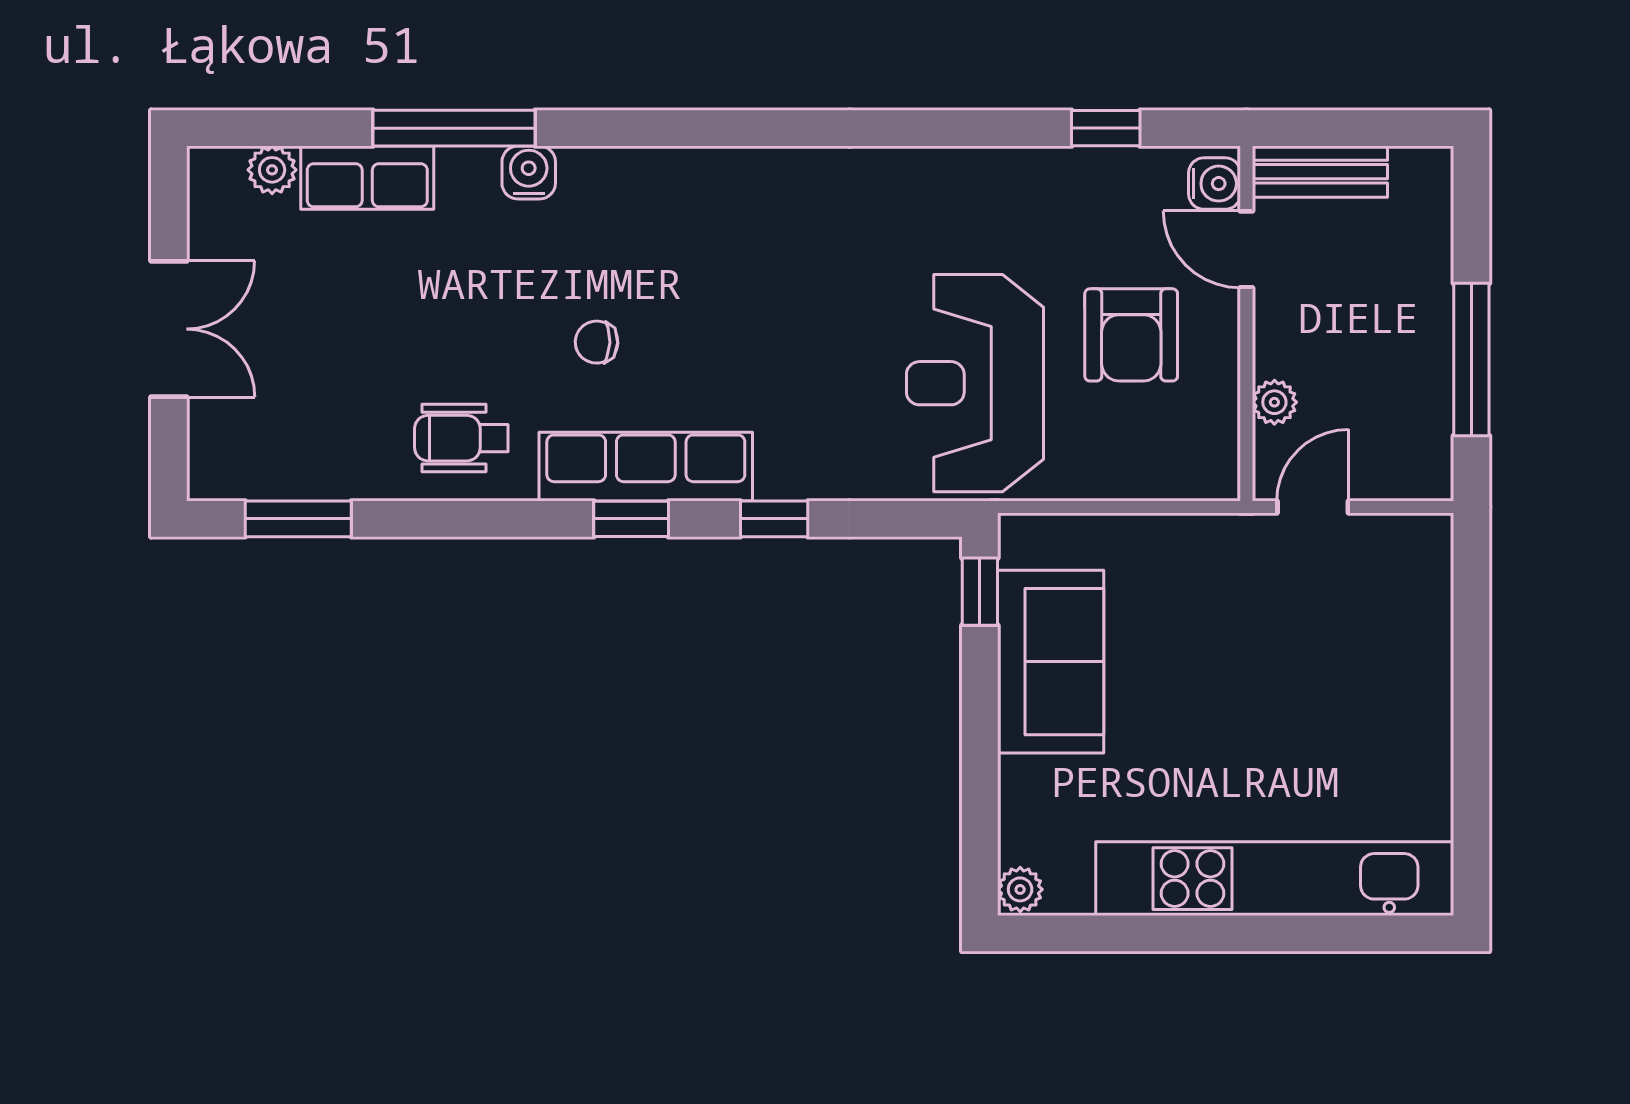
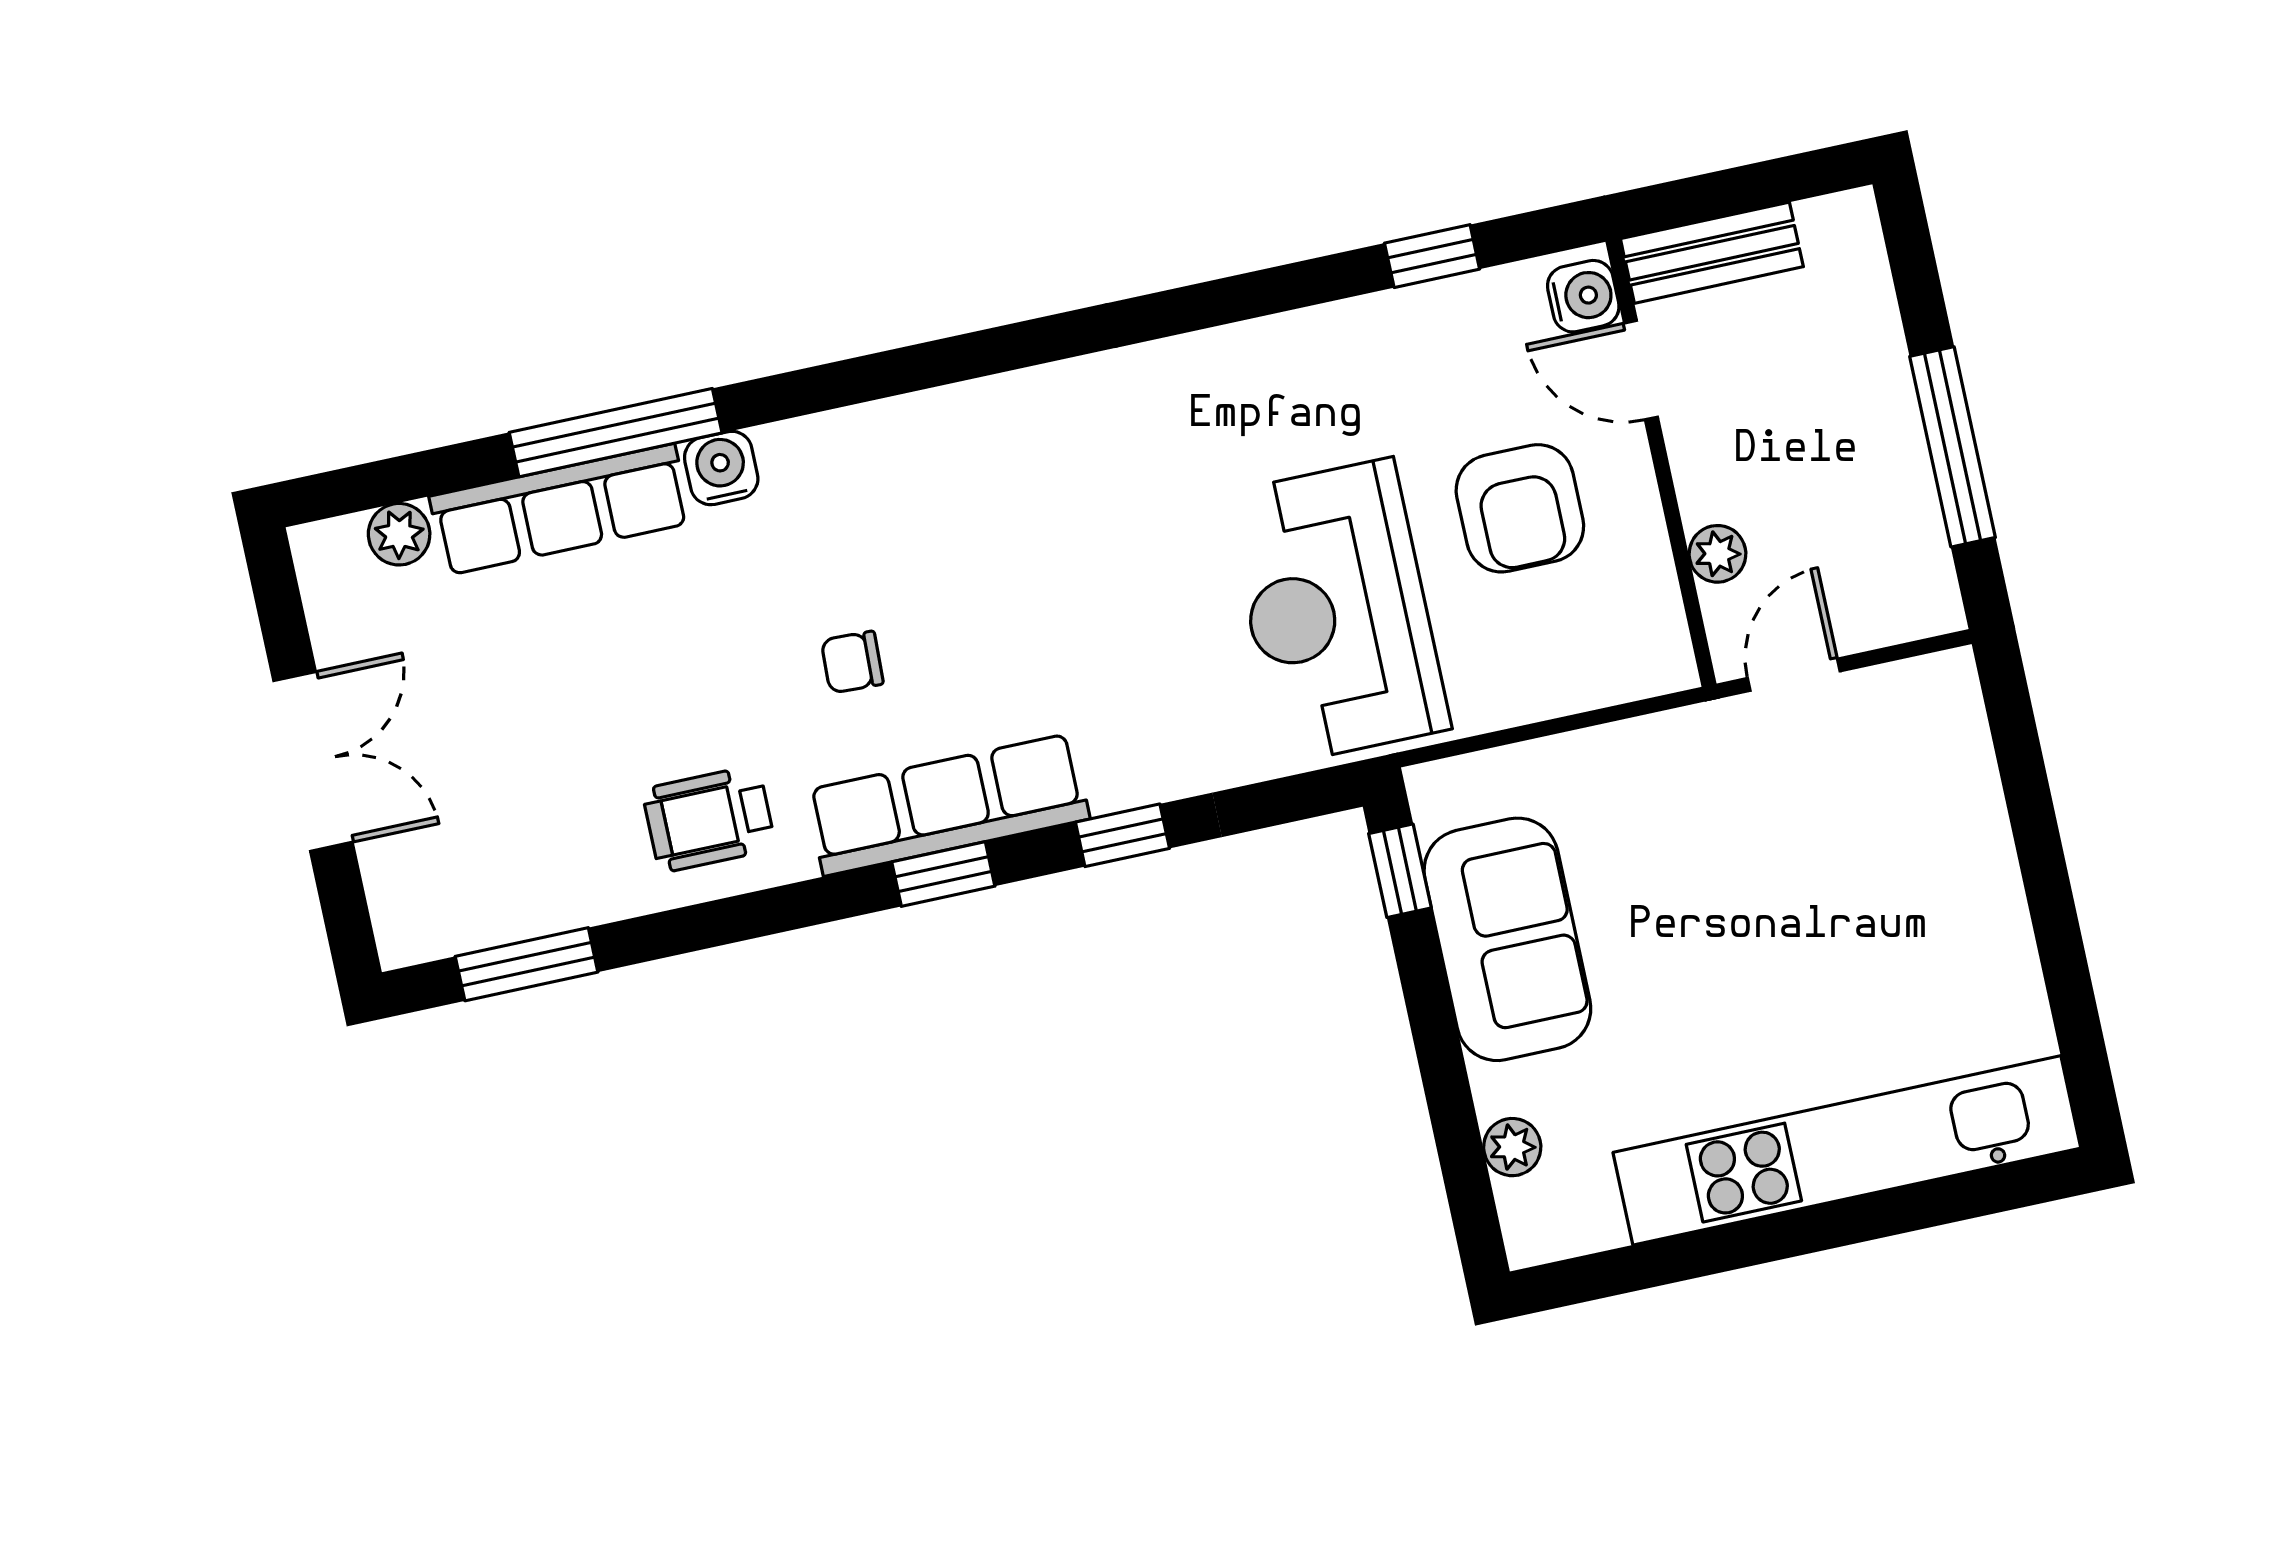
row of seats: (367, 178) -> (560, 510), width x1.48
plant: (1020, 889) -> (1512, 1147), moved

